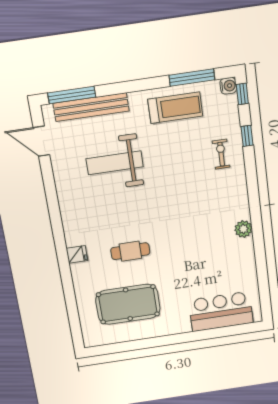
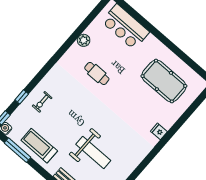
plant: (243, 229) -> (84, 40), moved
cafe table: (130, 251) -> (97, 73), moved

